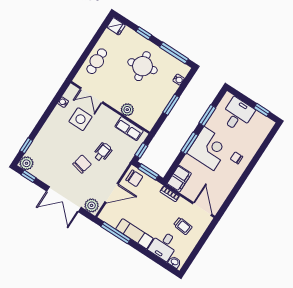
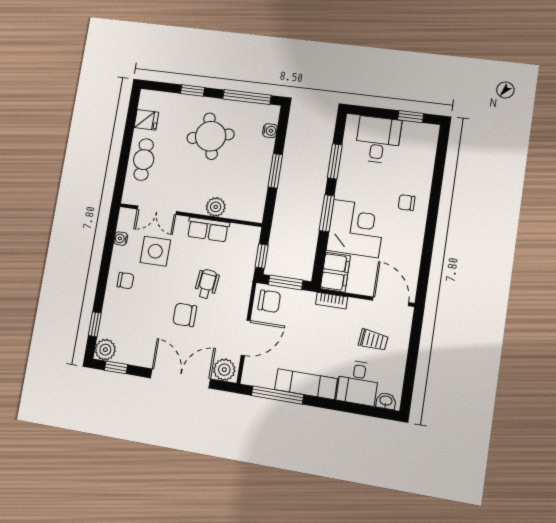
fridge: (116, 26) -> (146, 120), moved
chair: (55, 128) -> (125, 281), added
row of seats: (129, 129) -> (208, 230), moved
corner desk: (209, 148) -> (356, 228), moved
chair: (82, 164) -> (185, 315), turned -103
double door: (64, 199) -> (180, 378), swing flipped

